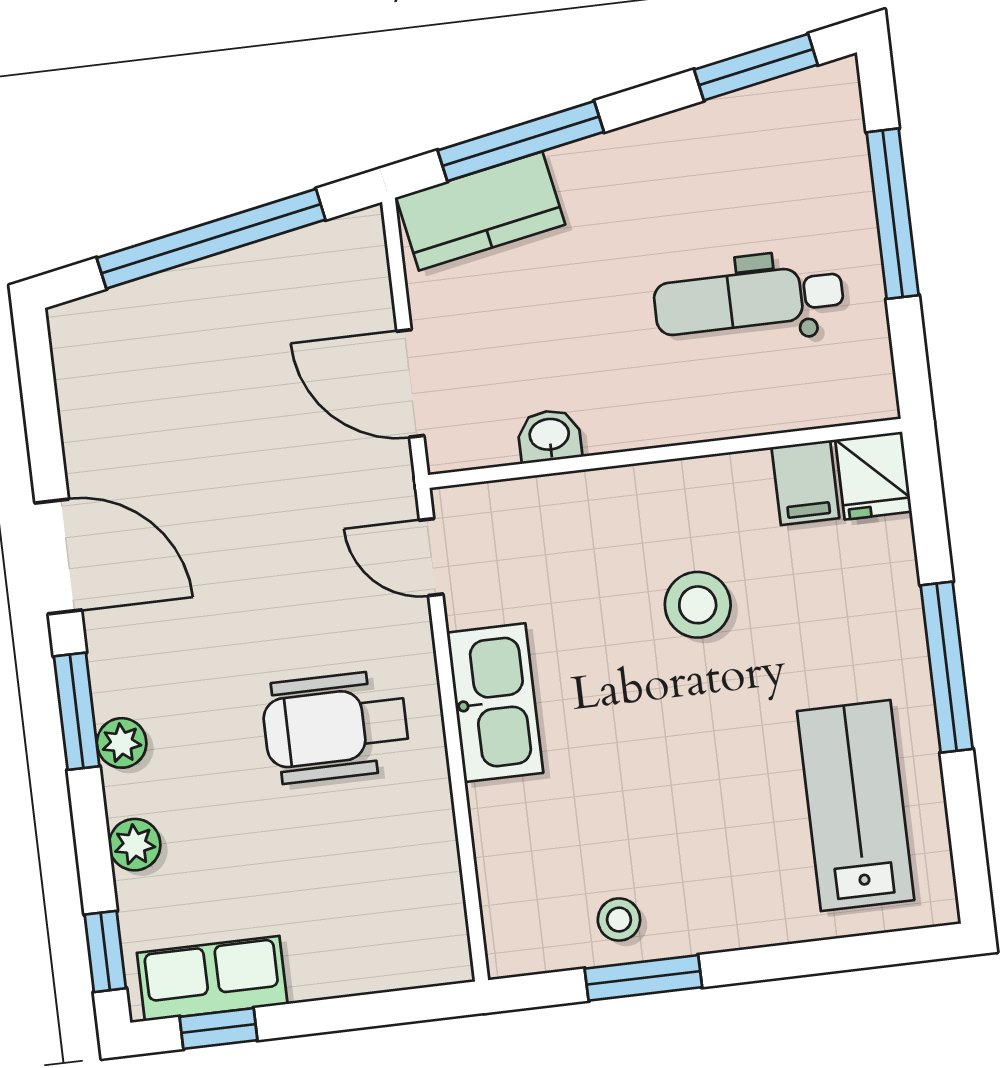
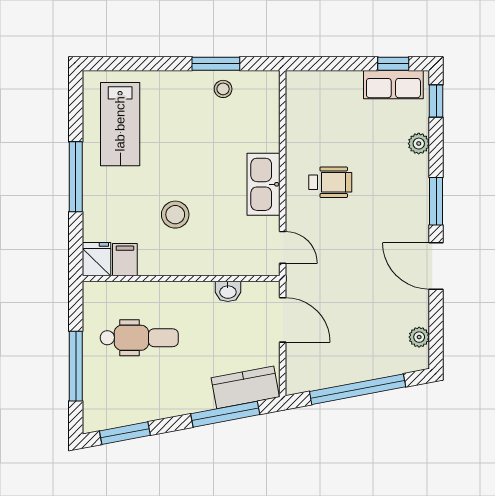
wheelchair: (335, 727) -> (330, 182), width x0.73, depth x0.73
plant: (122, 743) -> (419, 337), moved

